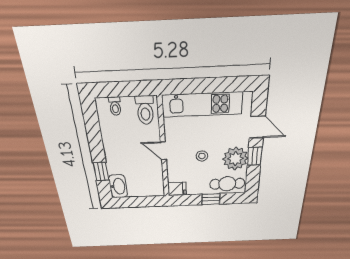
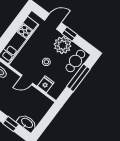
fridge: (177, 189) -> (46, 84), moved
window: (211, 199) -> (78, 78), width x2.17

